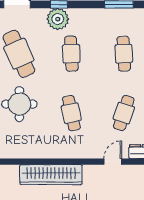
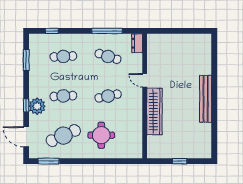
door: (113, 162) -> (145, 80), moved

